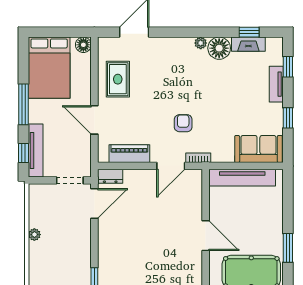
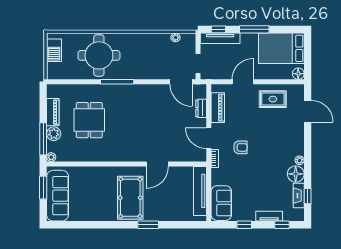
dresser: (110, 176) -> (201, 108), moved
plant: (34, 235) -> (176, 37), moved

